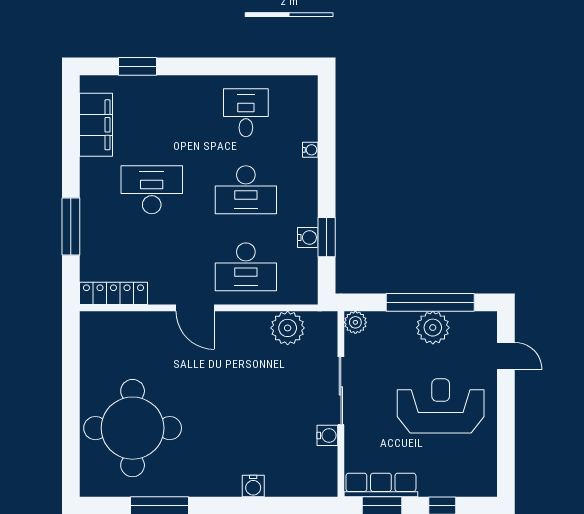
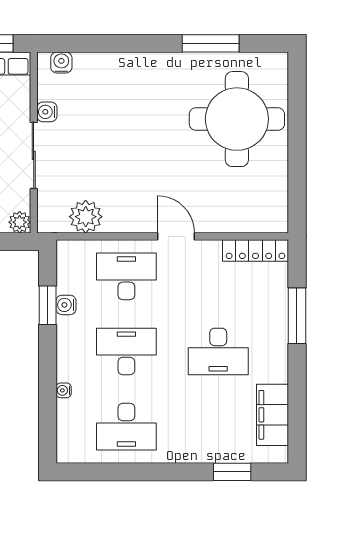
desk: (246, 113) -> (126, 427), width x1.37
water cooler: (253, 486) -> (61, 63), moved

